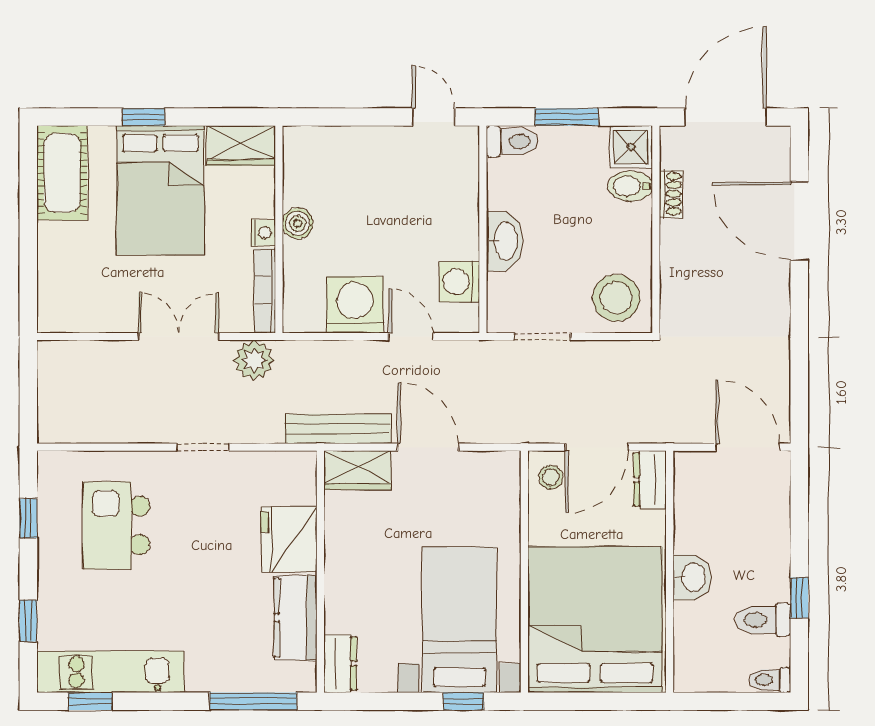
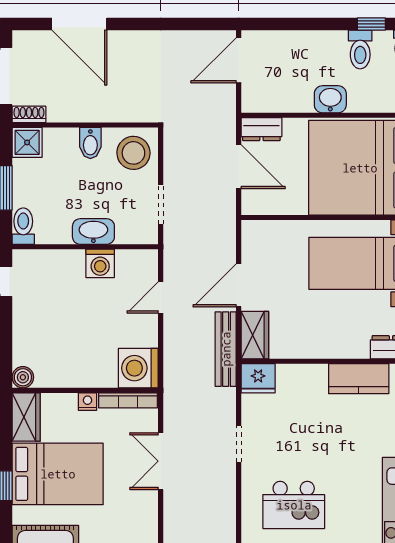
bidet: (630, 186) -> (90, 143), moved
shoe rack: (671, 194) -> (29, 114), moved
door: (799, 221) -> (79, 24), hinge flipped
boiler: (298, 223) -> (23, 377), moved
washing machine: (459, 282) -> (100, 263), moved
washing machine: (355, 305) -> (138, 368), moved
plant: (254, 360) -> (177, 408), removed
stool: (551, 477) -> (260, 199), removed
fridge: (289, 539) -> (258, 378), moved, width x0.73, depth x0.75
window: (799, 598) -> (371, 24), moved

